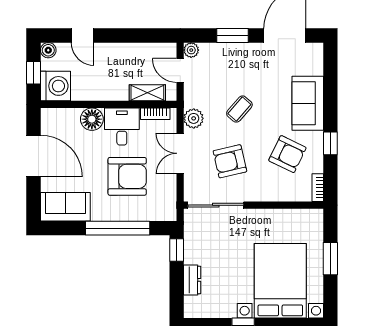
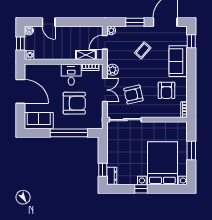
door: (180, 70) -> (105, 42), hinge flipped
washing machine: (55, 86) -> (29, 55), width x0.53, depth x0.53
coffee table: (239, 109) -> (143, 50), moved
floor lamp: (92, 119) -> (54, 70), removed
window: (330, 143) -> (191, 41), moved
double door: (180, 153) -> (105, 90), swing flipped
armchair: (287, 154) -> (167, 90), turned 64
window: (177, 250) -> (103, 170), moved
dresser: (192, 280) -> (112, 176), moved

